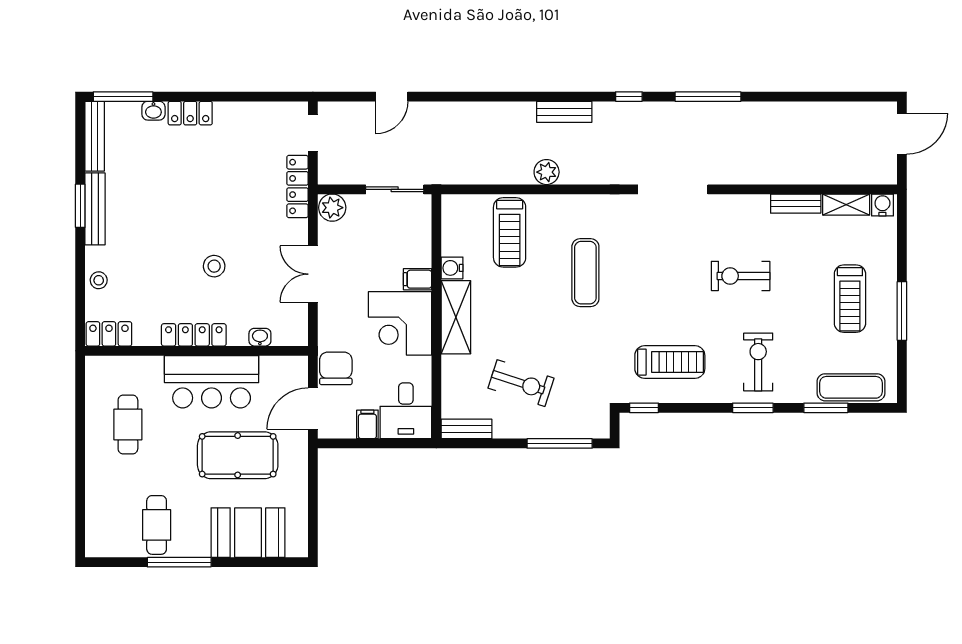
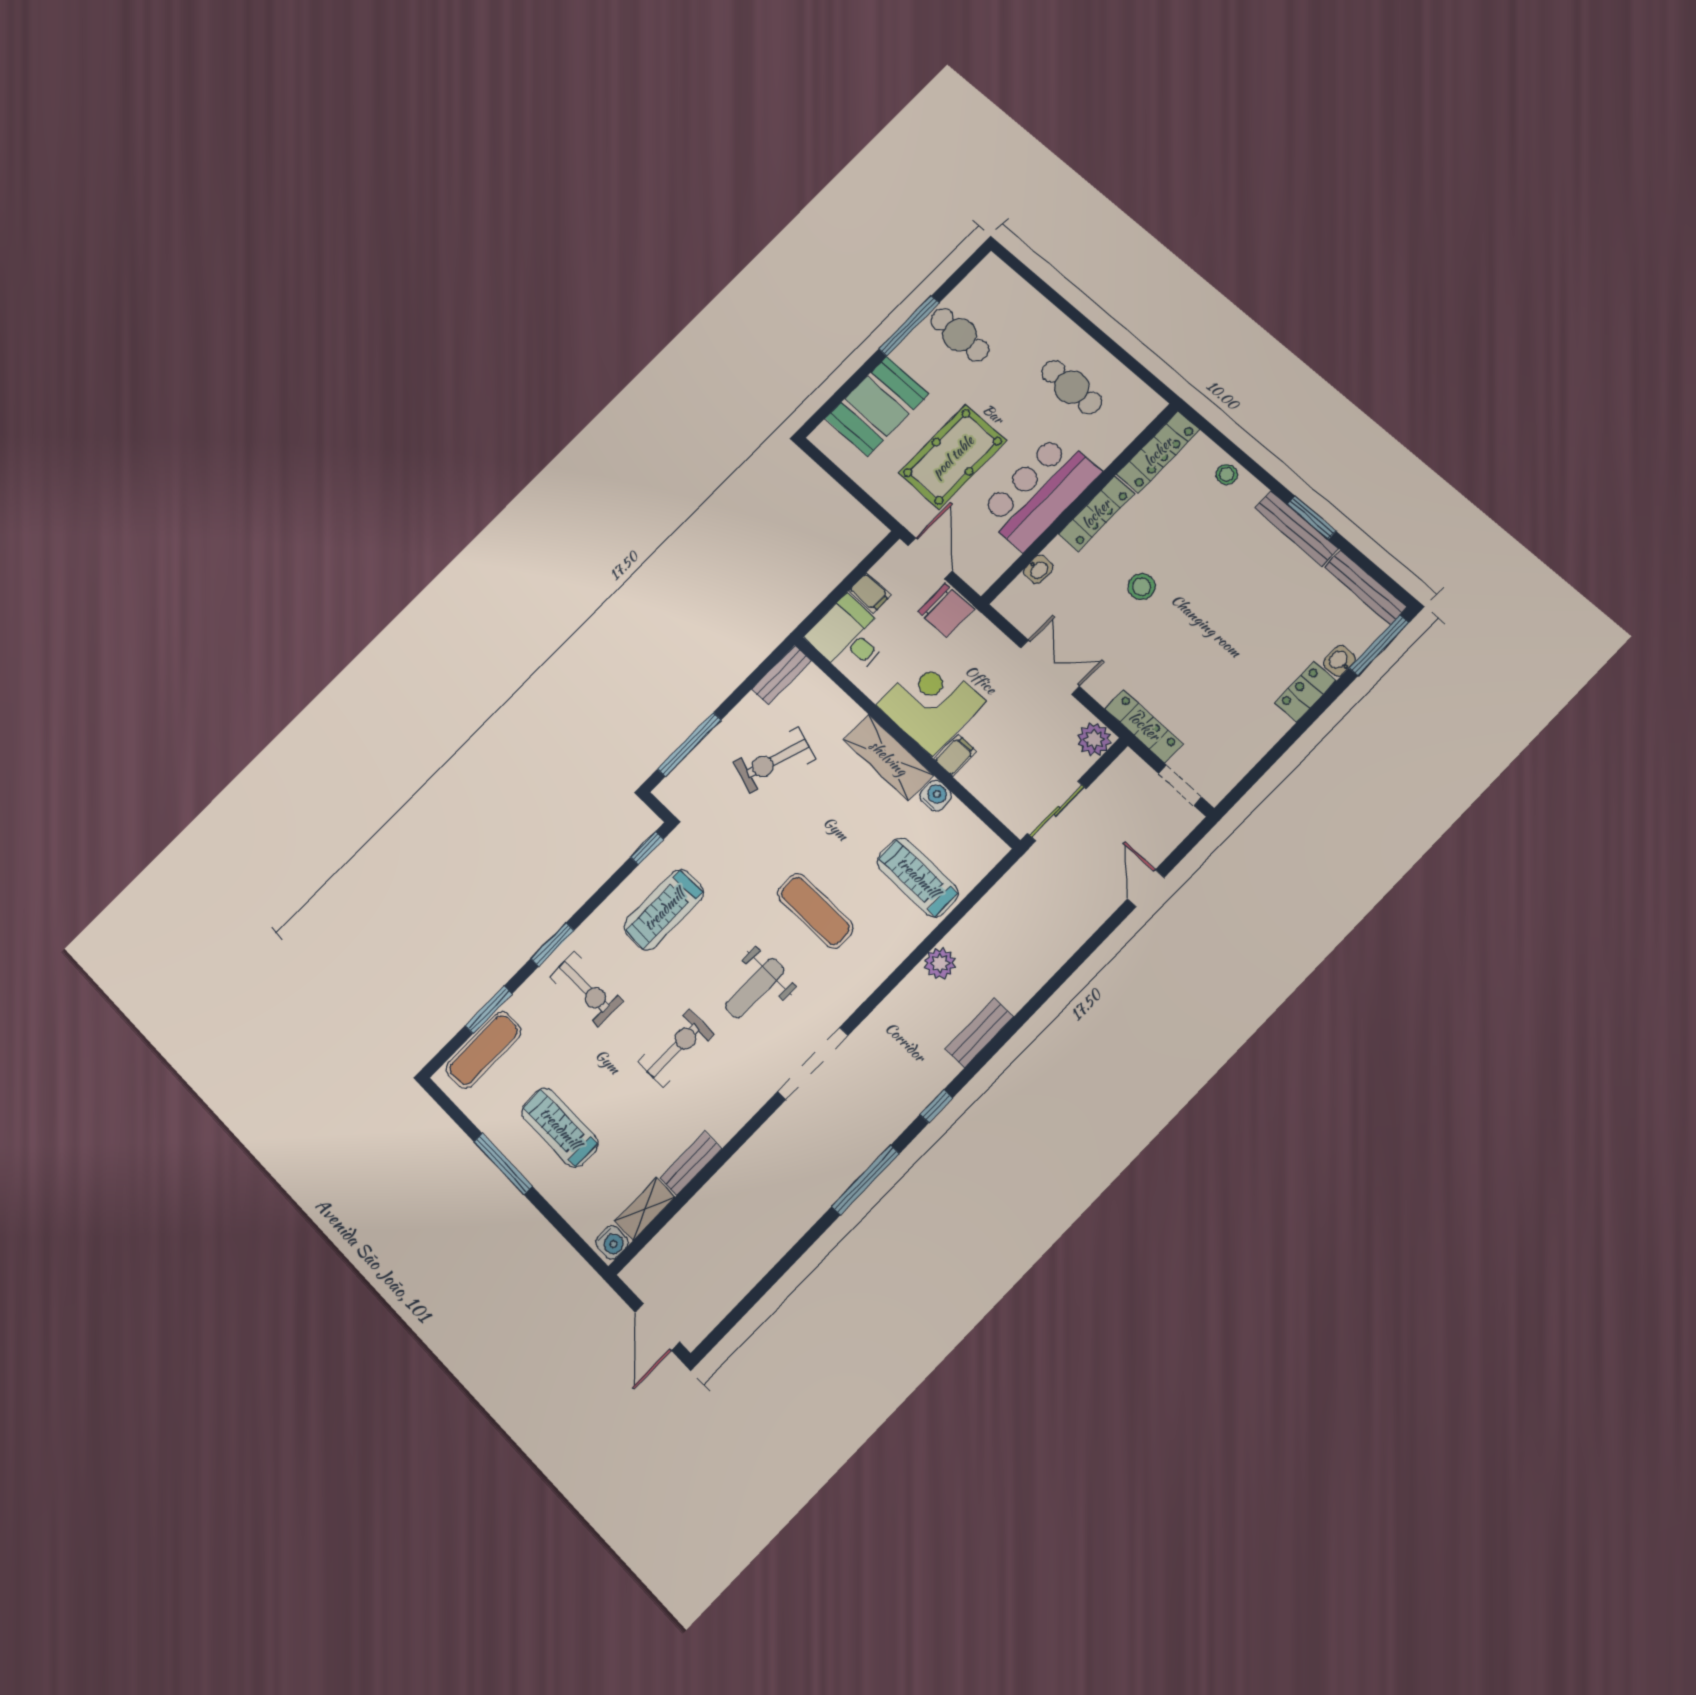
weight bench: (663, 264) -> (755, 988), added
locker: (109, 334) -> (1158, 452), width x1.53

